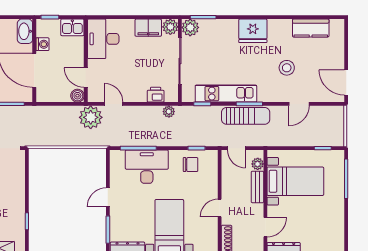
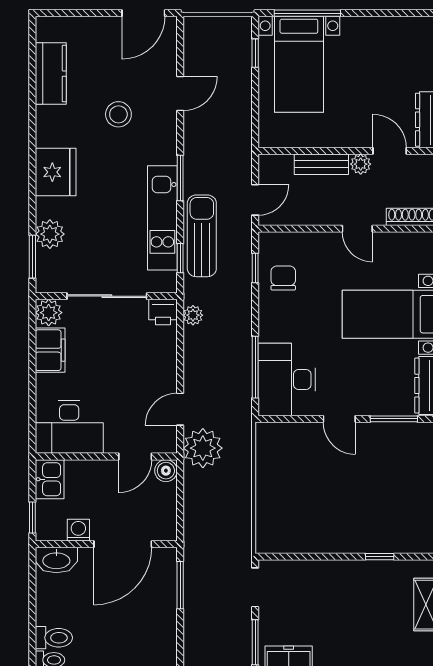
plant: (190, 27) -> (50, 234), moved
printer: (156, 95) -> (163, 312), moved, turned -90
door: (299, 104) -> (180, 94), hinge flipped
sun lounger: (246, 116) -> (202, 236), moved
plant: (258, 164) -> (361, 164), moved
desk: (147, 167) -> (287, 380), moved
bed with nightstands: (295, 181) -> (299, 64), moved, turned 180

